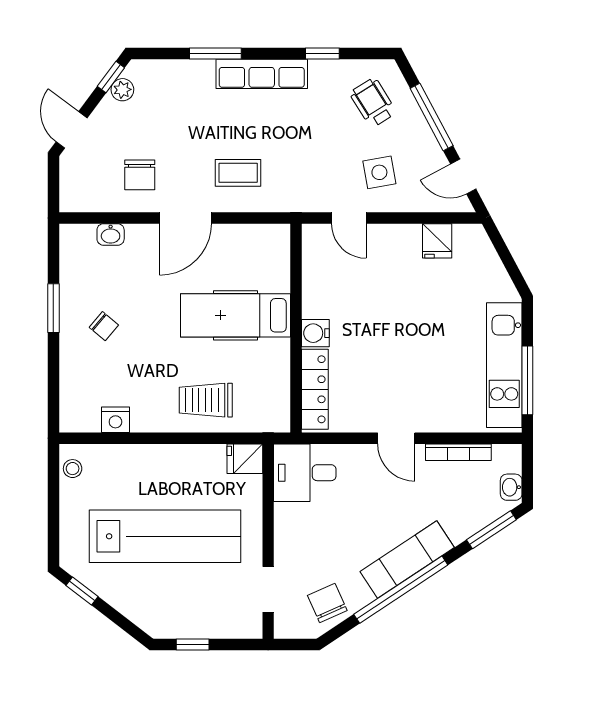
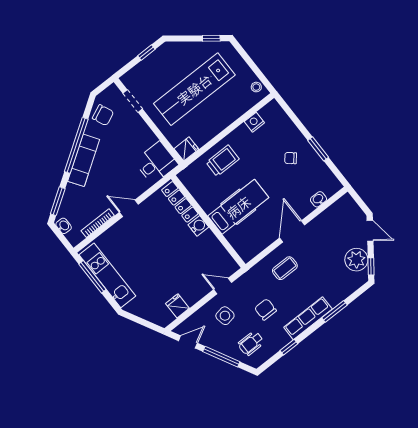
plant: (122, 90) -> (356, 260), width x1.88, depth x1.88
wheelchair: (373, 103) -> (251, 343), turned 122
chair: (140, 175) -> (265, 309), moved

